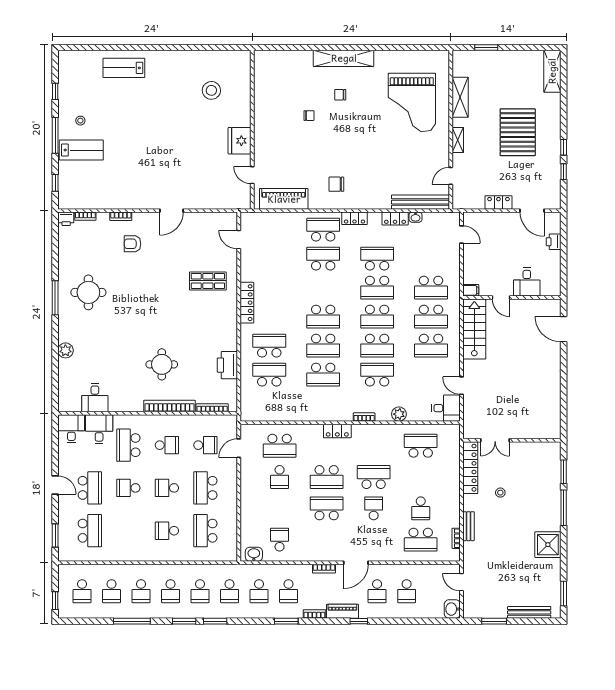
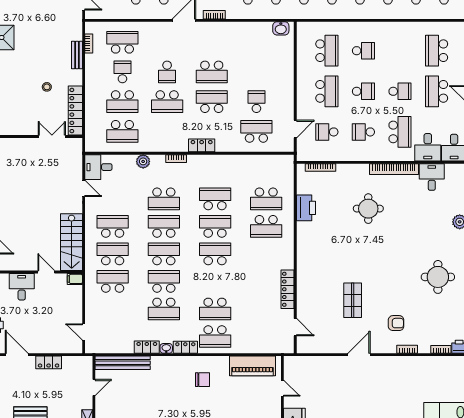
washbasin: (415, 217) -> (166, 348), moved
shop shelf: (208, 281) -> (353, 300), moved, turned 90
locker: (247, 303) -> (288, 289), moved
bookcase: (169, 406) -> (394, 169), moved
school desk: (280, 540) -> (122, 102), moved, width x1.85

